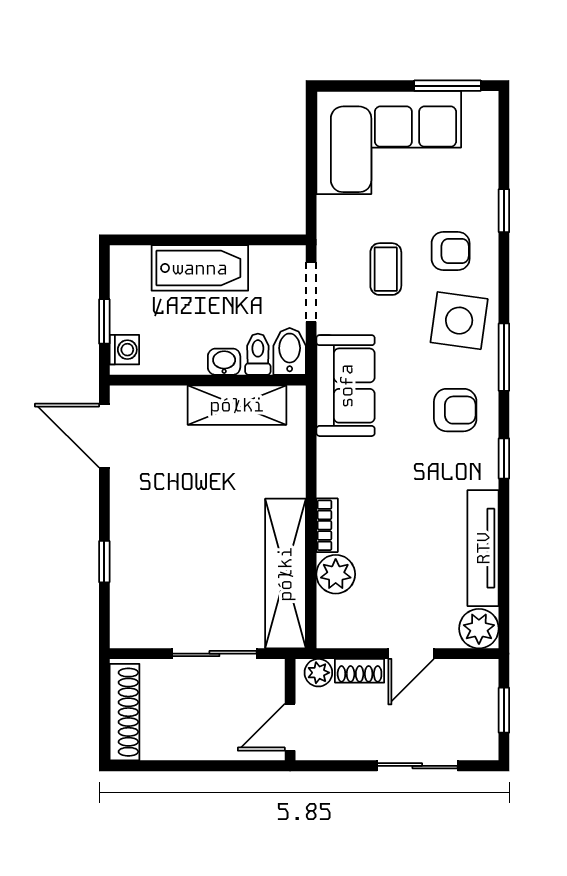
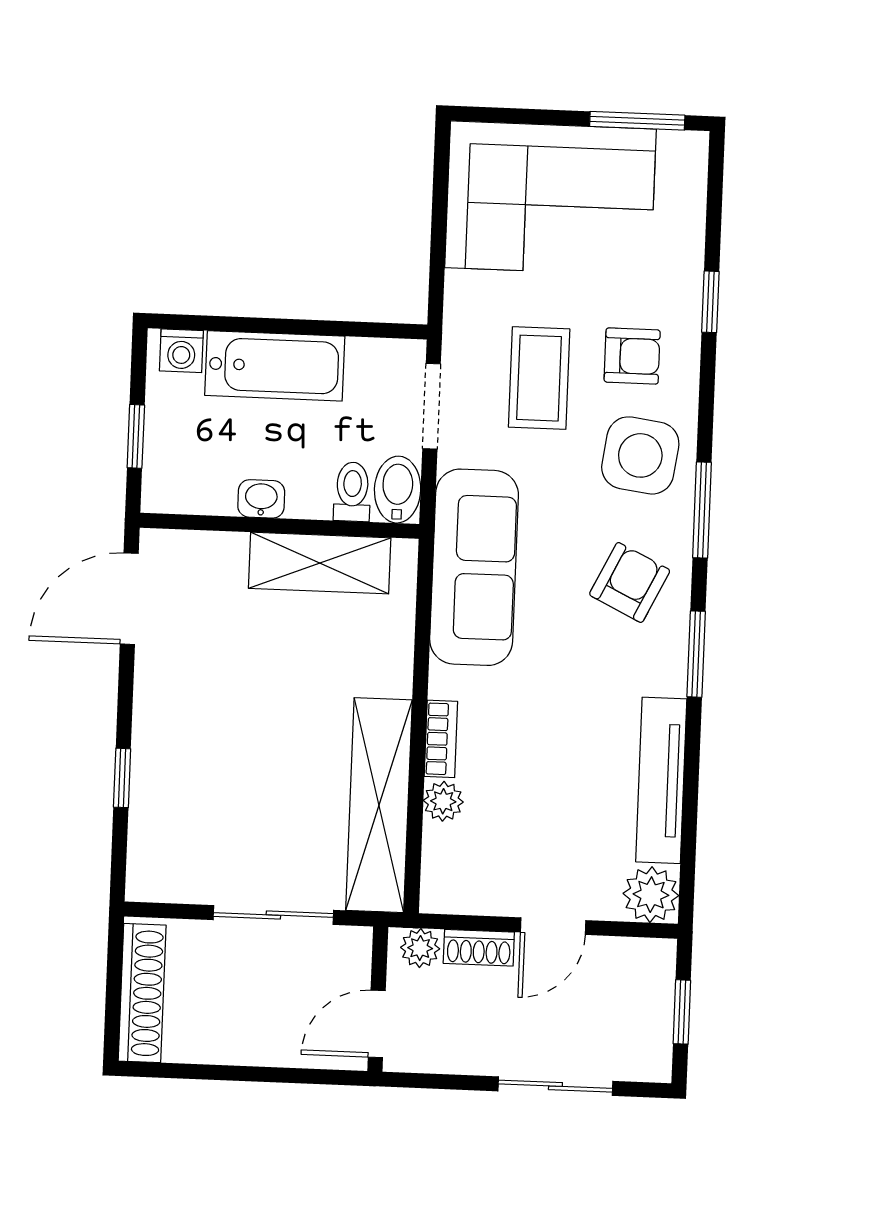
coffee table: (386, 269) -> (539, 378), width x1.36, depth x1.30
washing machine: (124, 350) -> (181, 351), moved, turned 90
washbasin: (224, 362) -> (261, 499), moved
sofa: (346, 386) -> (474, 567), width x1.36
armchair: (455, 410) -> (630, 582), turned -64
door: (104, 436) -> (129, 599), hinge flipped
window: (504, 458) -> (696, 654), width x1.50
plant: (336, 574) -> (443, 801), width x0.73, depth x0.73

